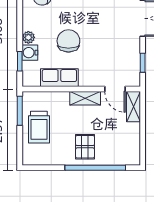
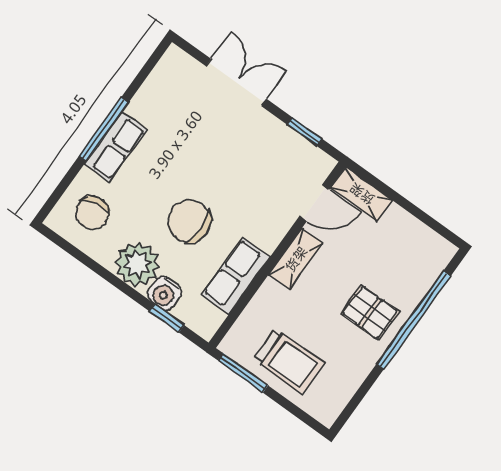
plant: (28, 37) -> (137, 264), width x1.88, depth x1.88

